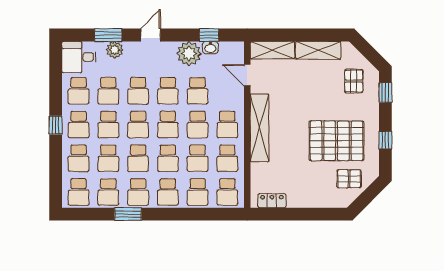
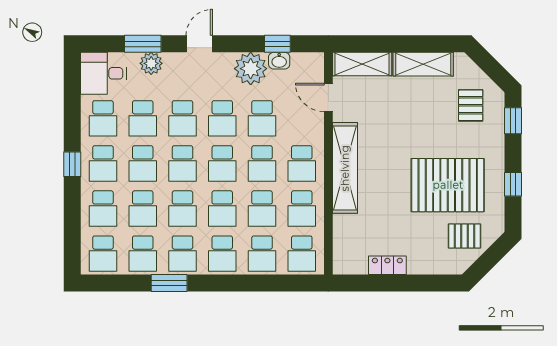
locker: (272, 201) -> (387, 265), moved

